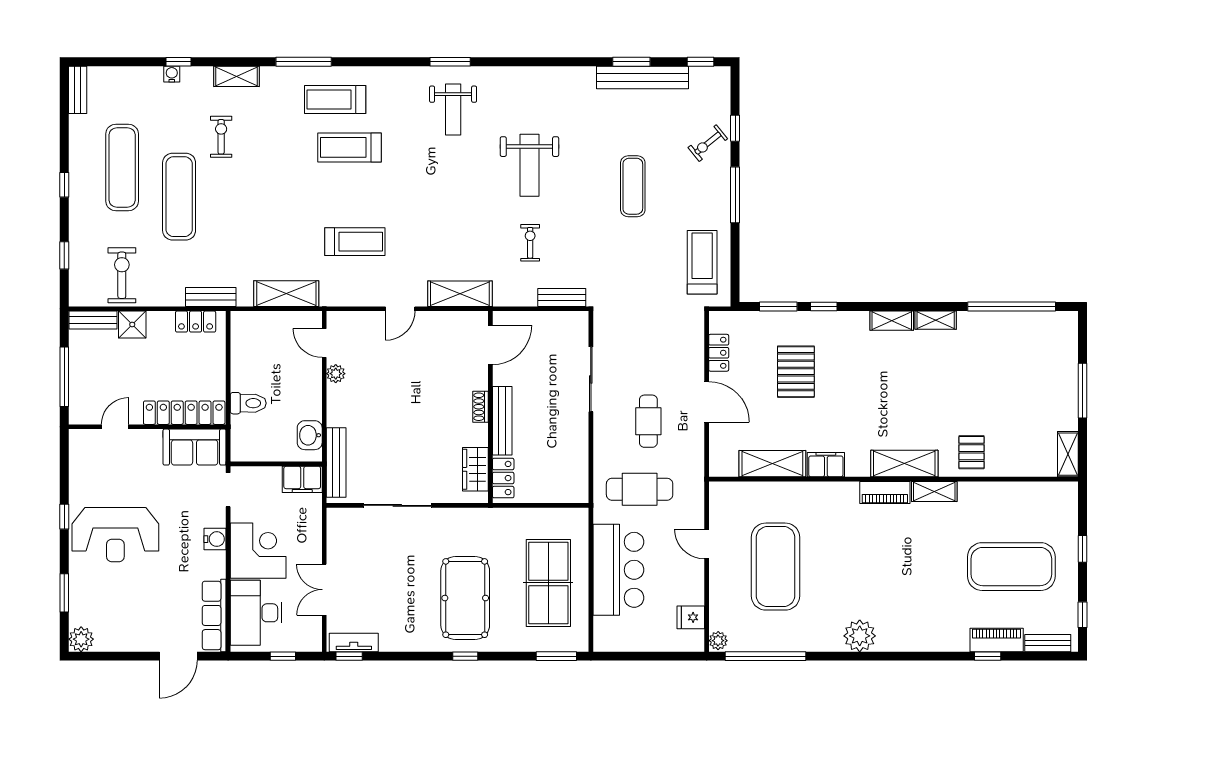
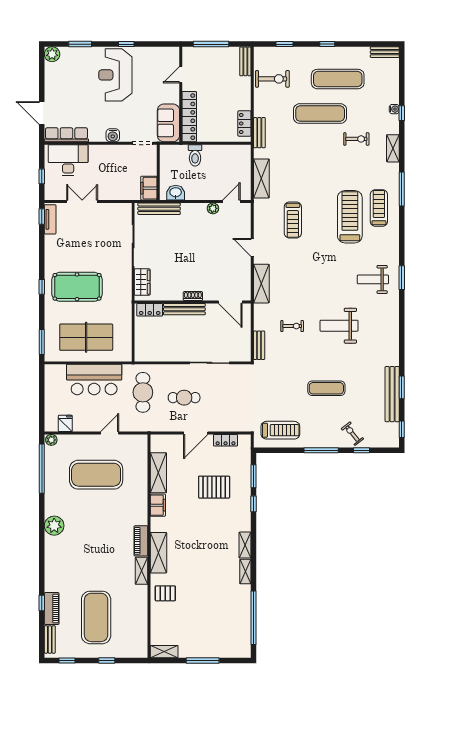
treadmill: (350, 147) -> (350, 217), width x1.37, depth x1.38
shower: (132, 324) -> (243, 85), removed
door: (115, 427) -> (181, 75), swing flipped
wardrobe: (475, 469) -> (142, 282), moved, turned 90
corner desk: (258, 551) -> (106, 161), removed

